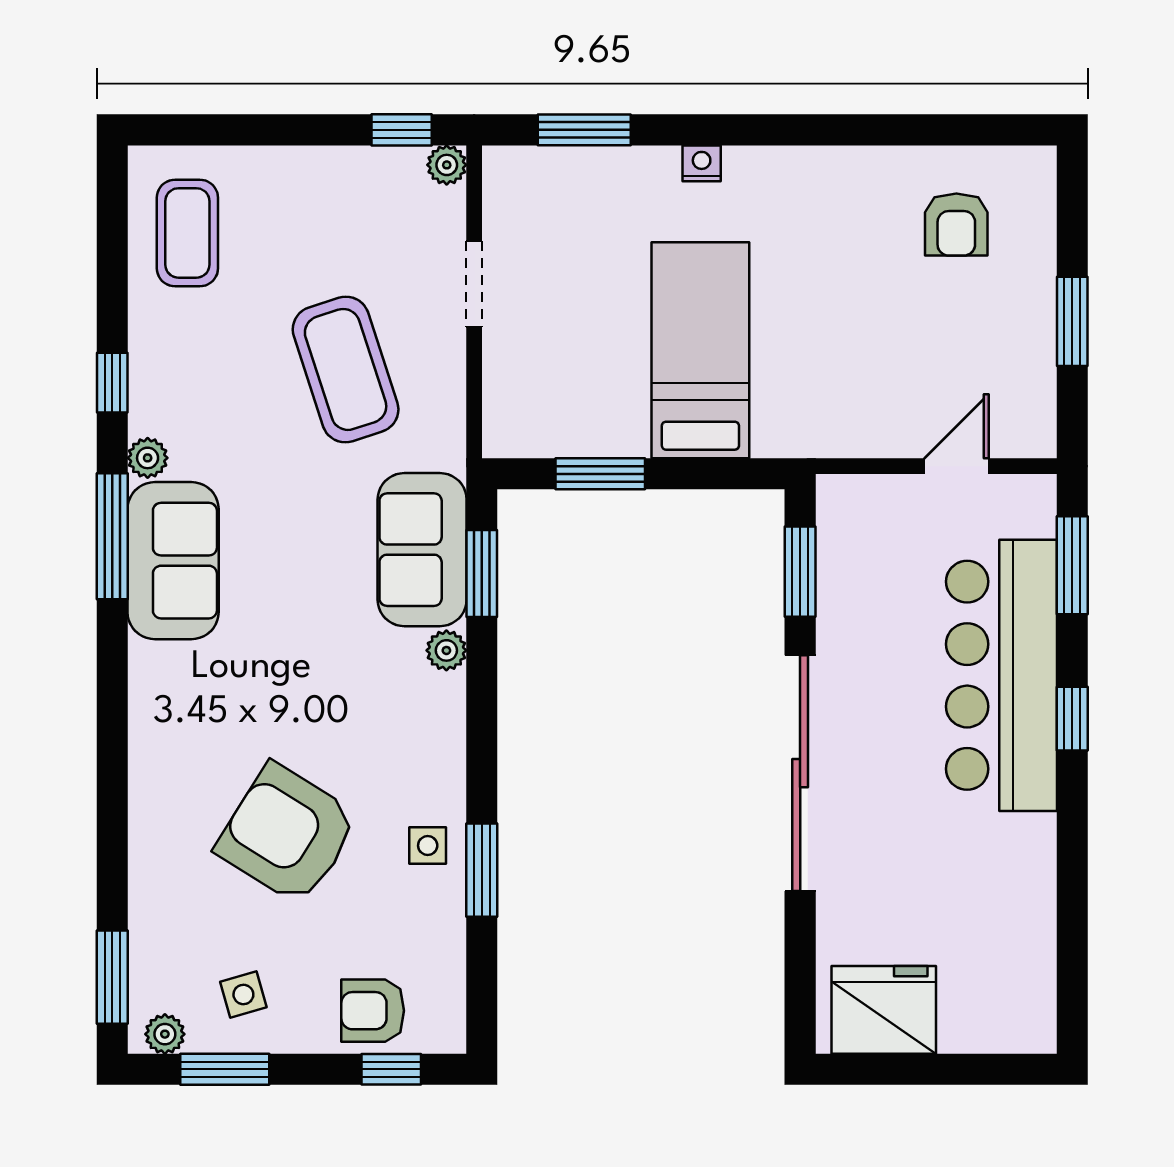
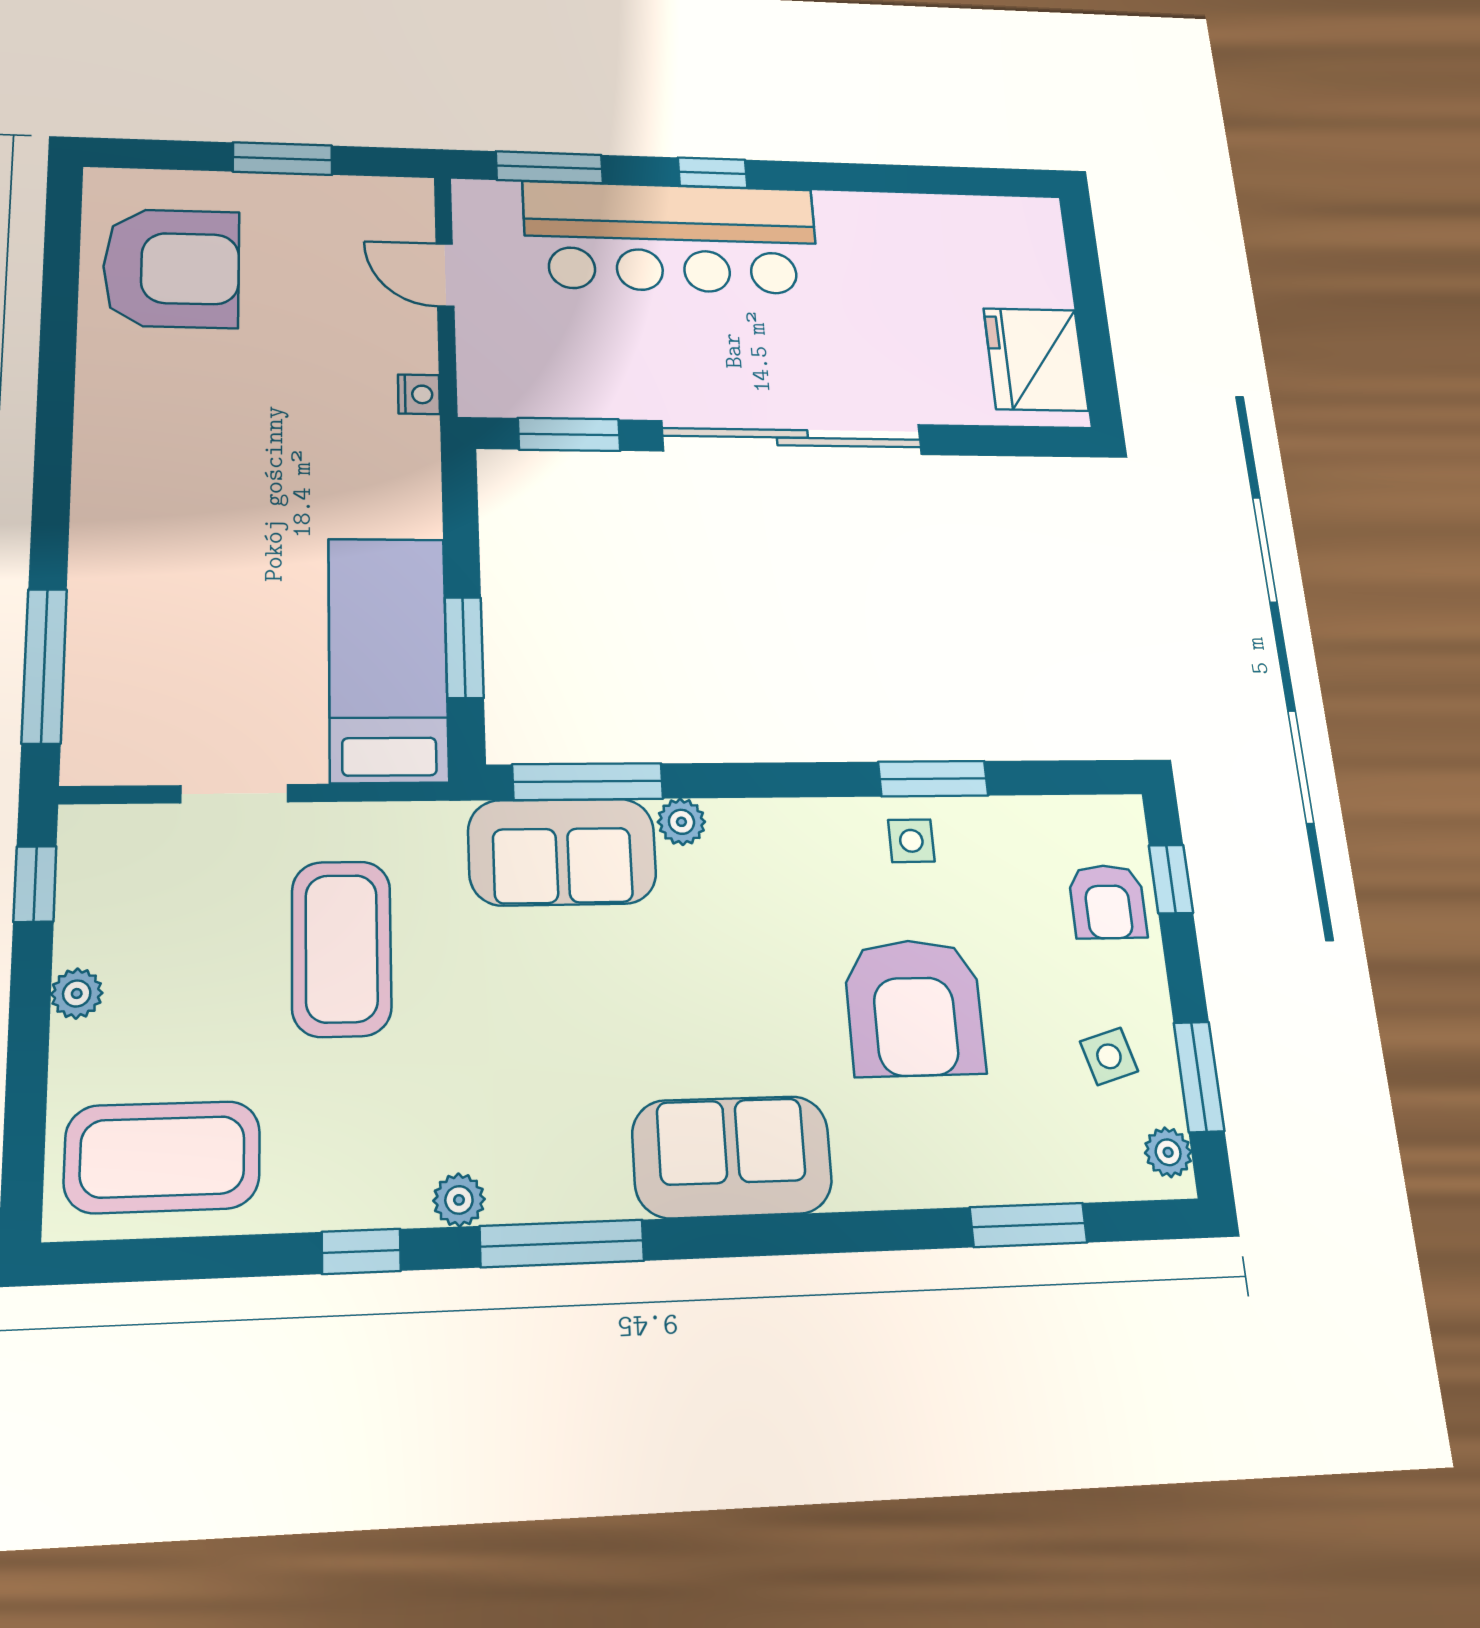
window: (584, 130) -> (44, 666), width x1.44
nightstand: (702, 163) -> (419, 394), moved, turned 180
plant: (447, 165) -> (77, 994), moved
armchair: (956, 225) -> (171, 268), width x1.88, depth x1.88
coffee table: (187, 233) -> (162, 1157), width x1.36, depth x1.32
bed: (700, 350) -> (388, 659), moved, turned 90
coffee table: (346, 369) -> (342, 948), turned -72
sofa: (173, 561) -> (732, 1157), moved
window: (482, 574) -> (588, 782), width x1.44
armchair: (287, 834) -> (914, 1008), turned -32
window: (112, 977) -> (1028, 1225), moved

